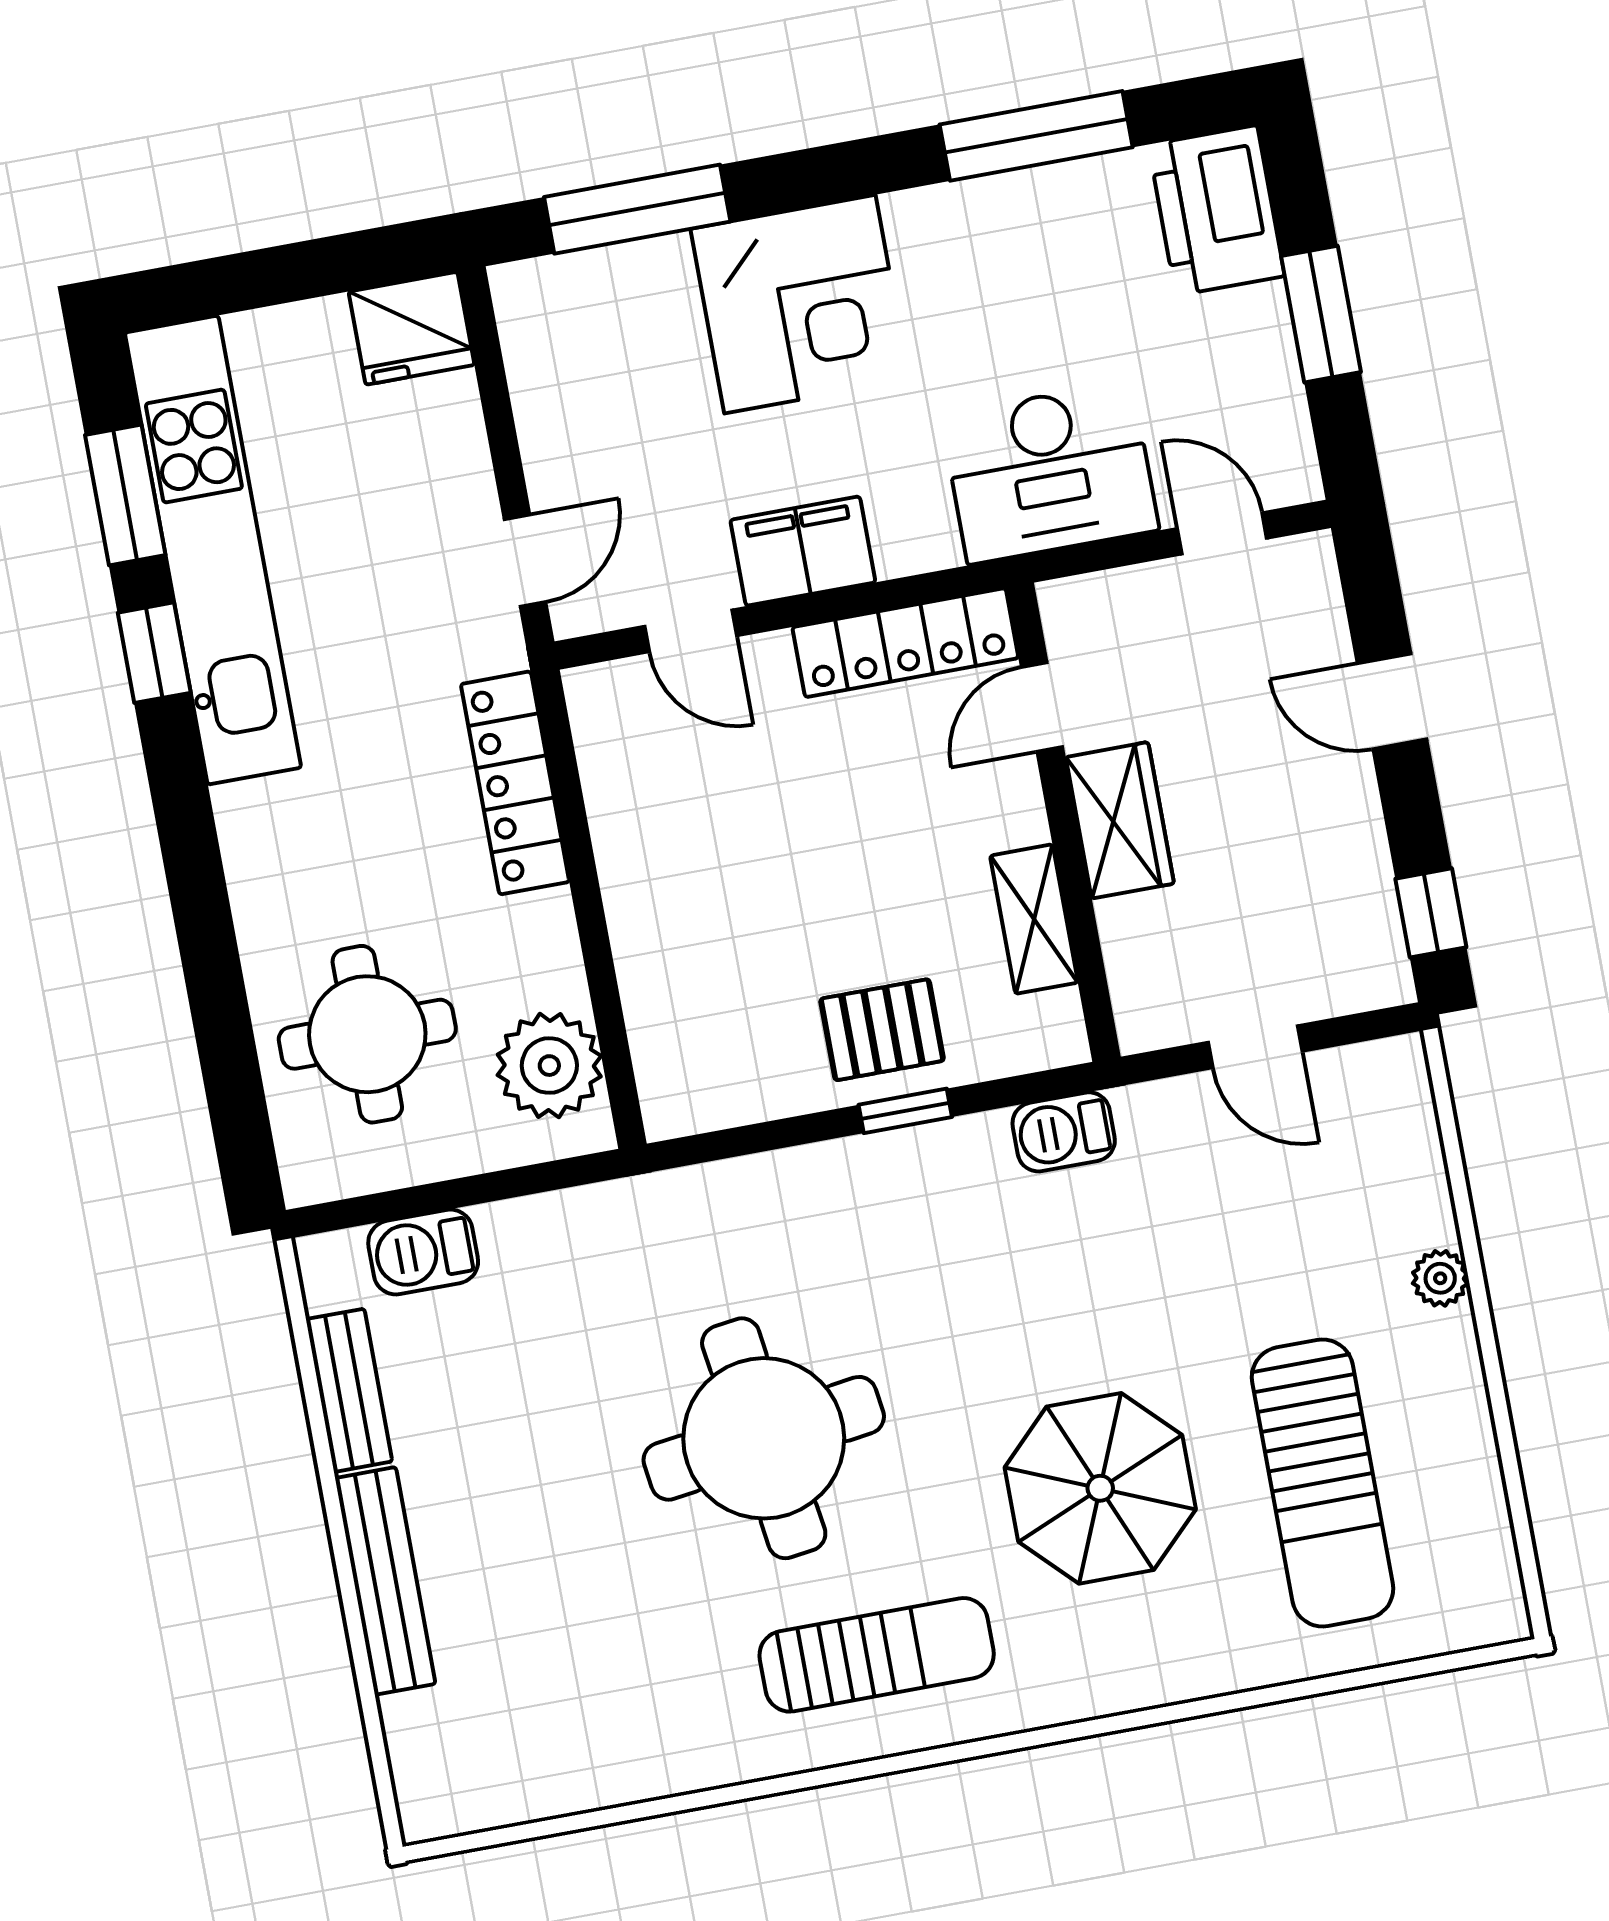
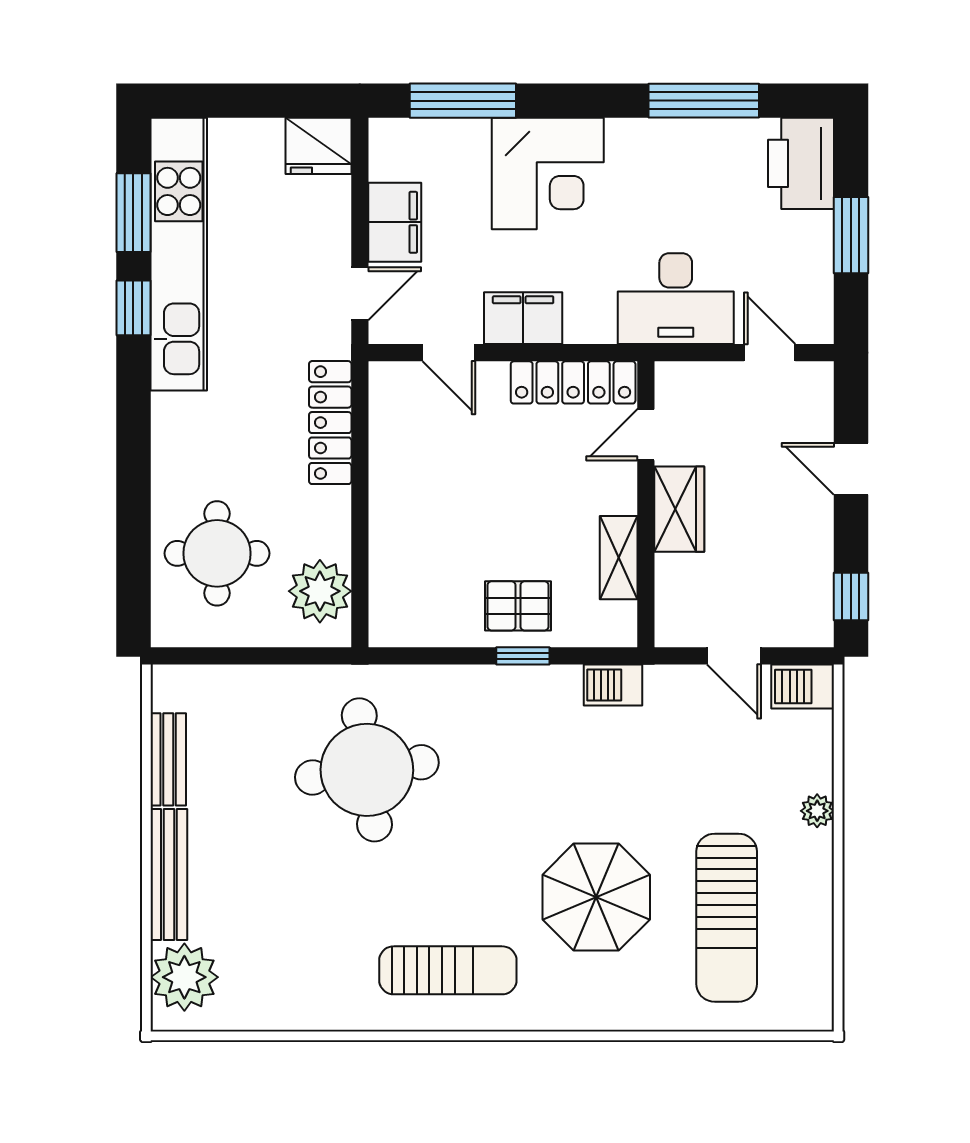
filing cabinet: (561, 432) -> (395, 222), added
barbecue: (423, 1252) -> (803, 687), moved
round table: (764, 1438) -> (367, 770), moved
plant: (442, 1746) -> (184, 977), added

